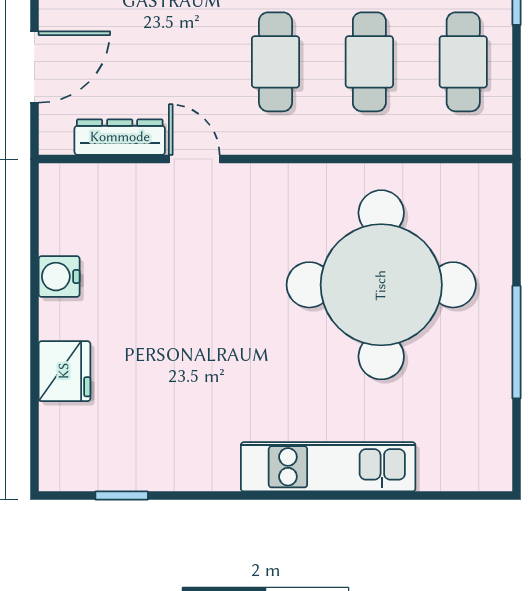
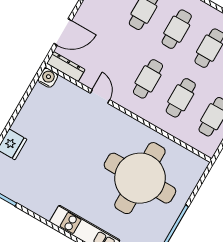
dresser: (120, 137) -> (66, 67), moved
water cooler: (59, 277) -> (48, 78), moved, turned 90

